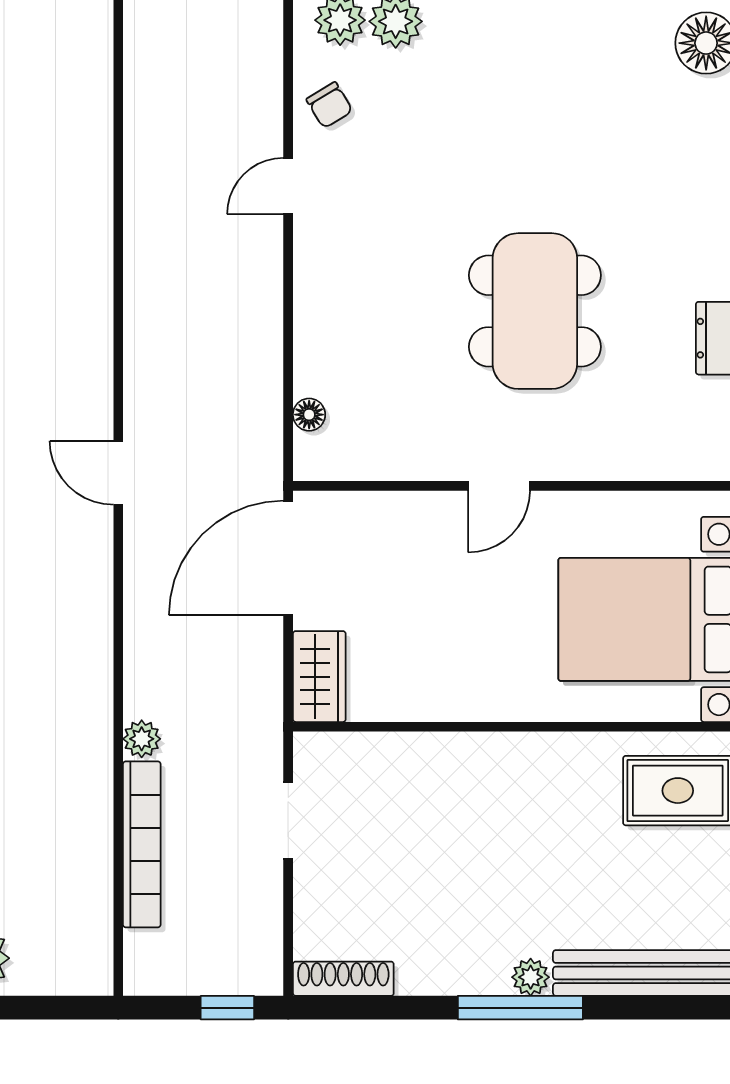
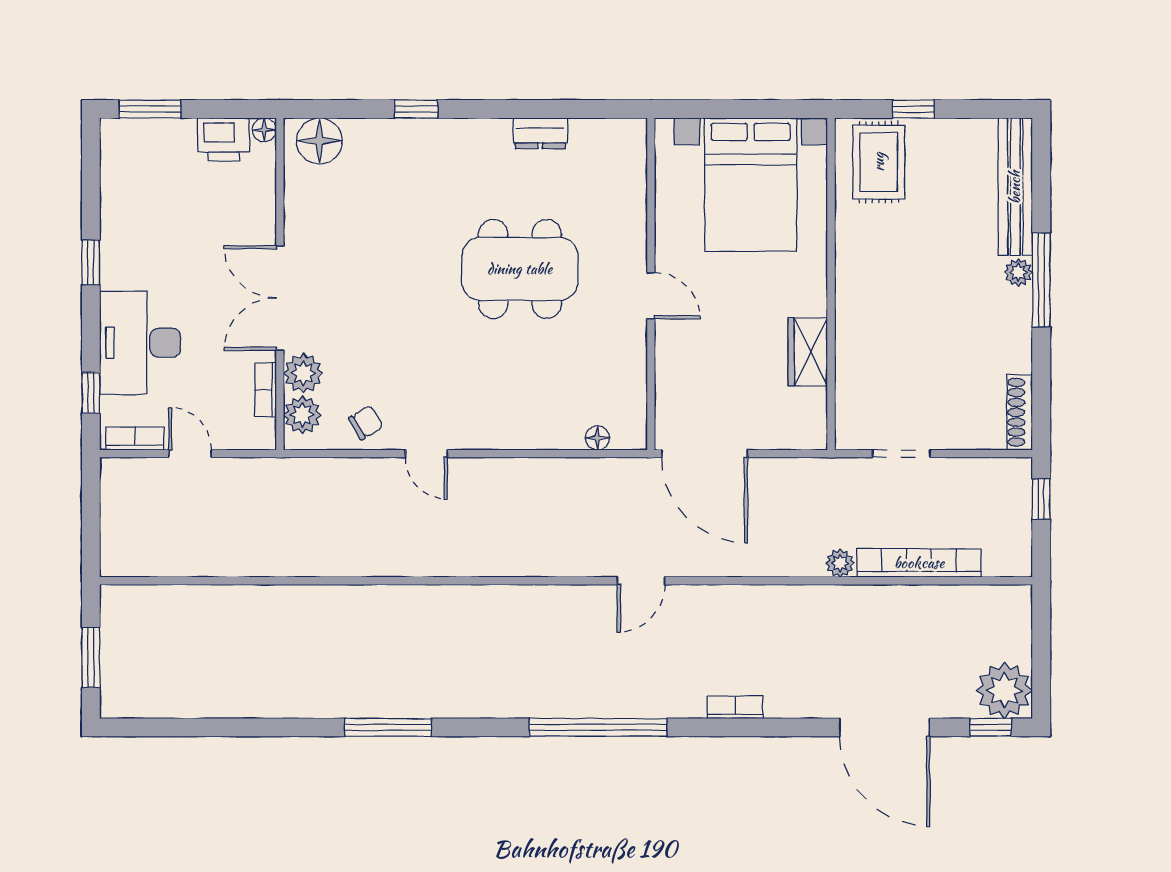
wardrobe: (319, 677) -> (808, 352), moved, turned -90

